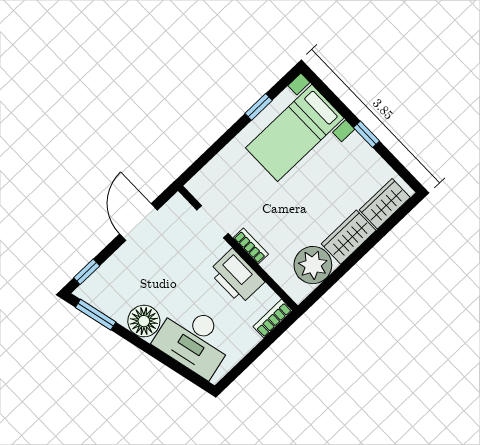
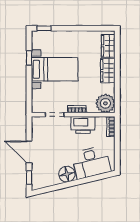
bed with nightstands: (295, 133) -> (55, 69), moved, turned -90
window: (366, 134) -> (44, 28), moved
door: (138, 222) -> (29, 152), moved
plant: (313, 265) -> (105, 103), moved
window: (96, 315) -> (48, 189), removed

